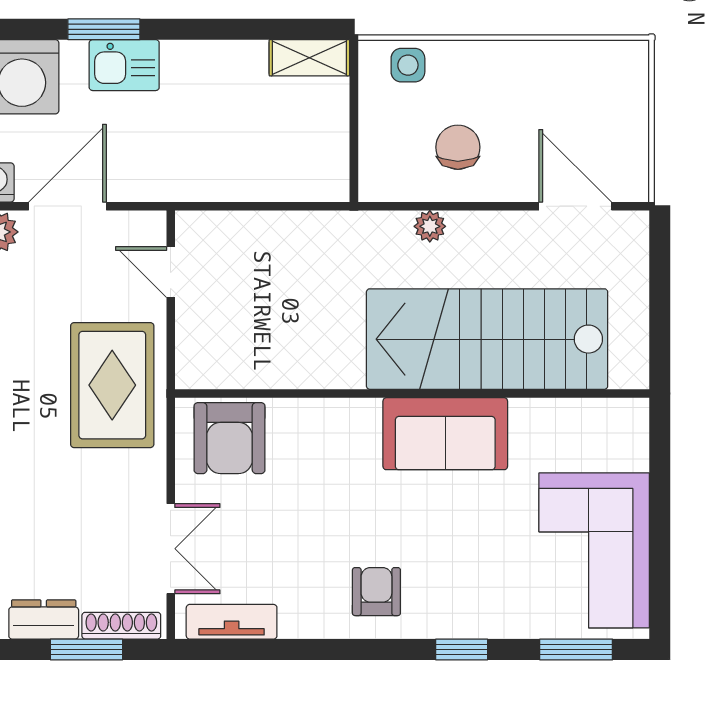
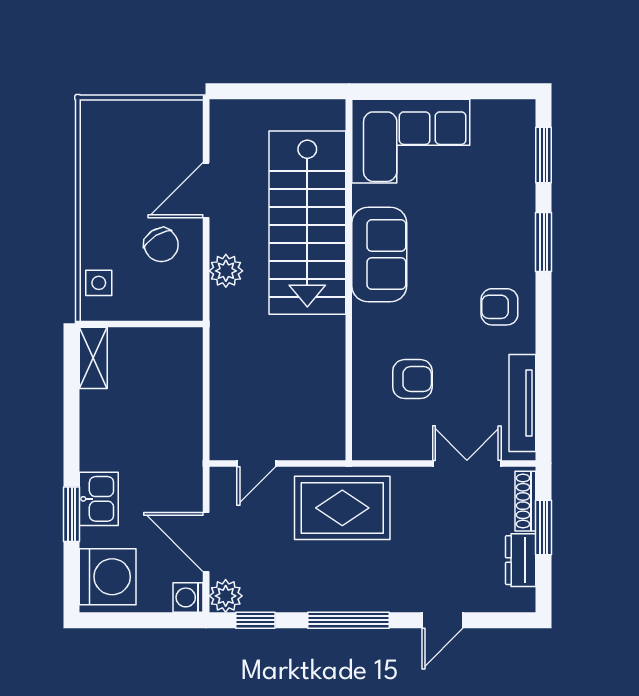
chair: (458, 147) -> (161, 245), turned -122
door: (575, 206) -> (206, 190), moved
plant: (430, 226) -> (226, 271), width x1.38, depth x1.38
armchair: (230, 438) -> (412, 379), moved, width x0.72, depth x0.72
corner sofa: (594, 550) -> (411, 141), moved
tv unit: (232, 622) -> (522, 403), width x1.41
window: (462, 649) -> (544, 242), width x1.50

